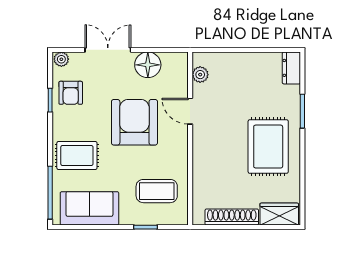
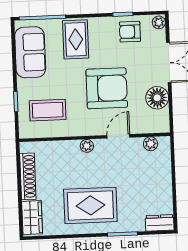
plant: (200, 148) -> (87, 146), added
coffee table: (157, 191) -> (48, 110), turned 90

